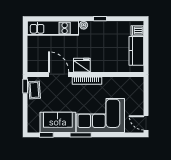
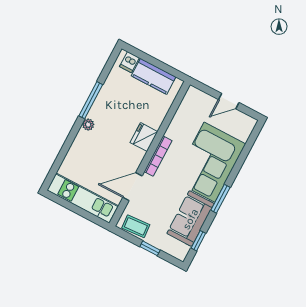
window: (100, 19) -> (91, 100), width x2.17
kitchen unit: (53, 28) -> (83, 198), moved, turned -90
fridge: (82, 65) -> (144, 137), moved
window: (25, 86) -> (150, 248), moved
door: (146, 123) -> (229, 101), moved

